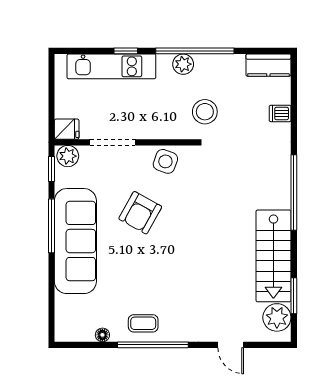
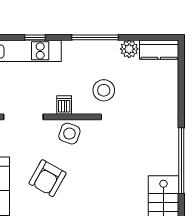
window: (195, 51) -> (95, 37), width x0.68
plant: (183, 64) -> (129, 49), moved
dishwasher: (280, 113) -> (64, 105), moved, turned 90

